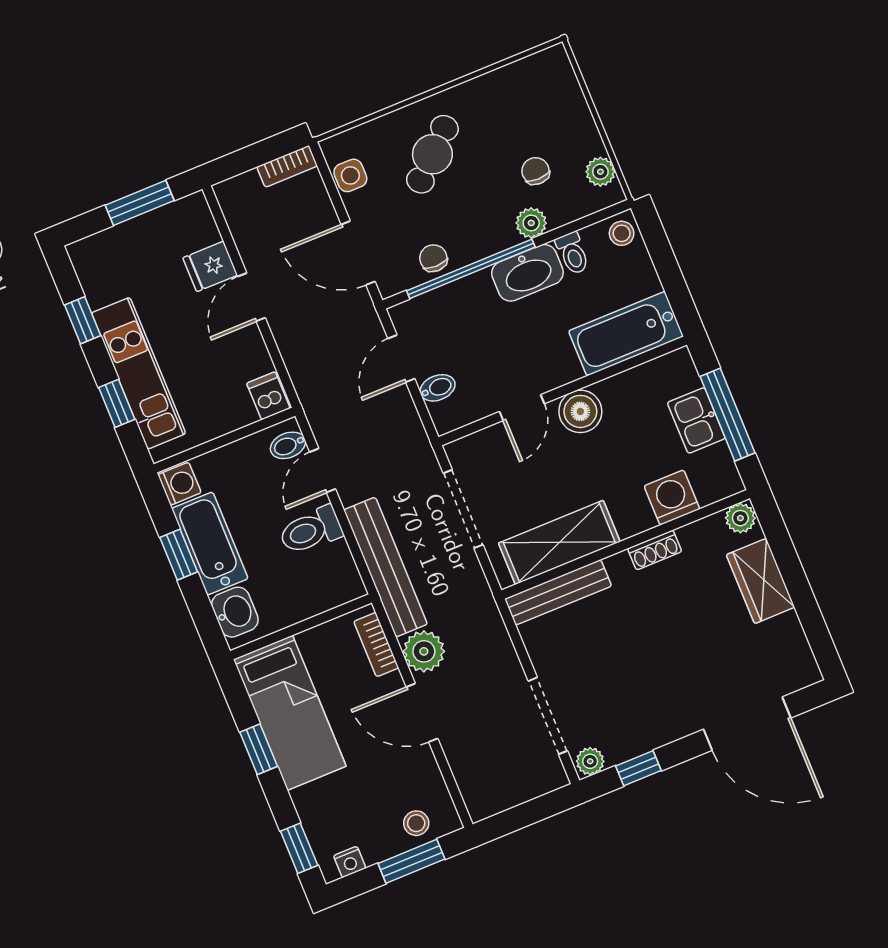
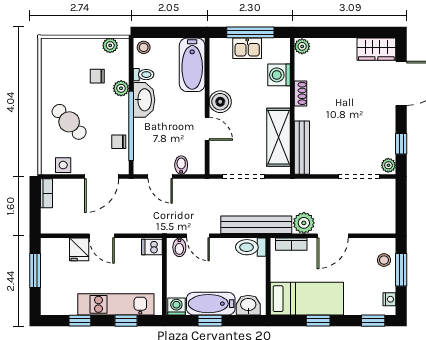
toilet: (311, 530) -> (251, 247), moved, turned 90
wardrobe: (761, 581) -> (376, 49), moved

